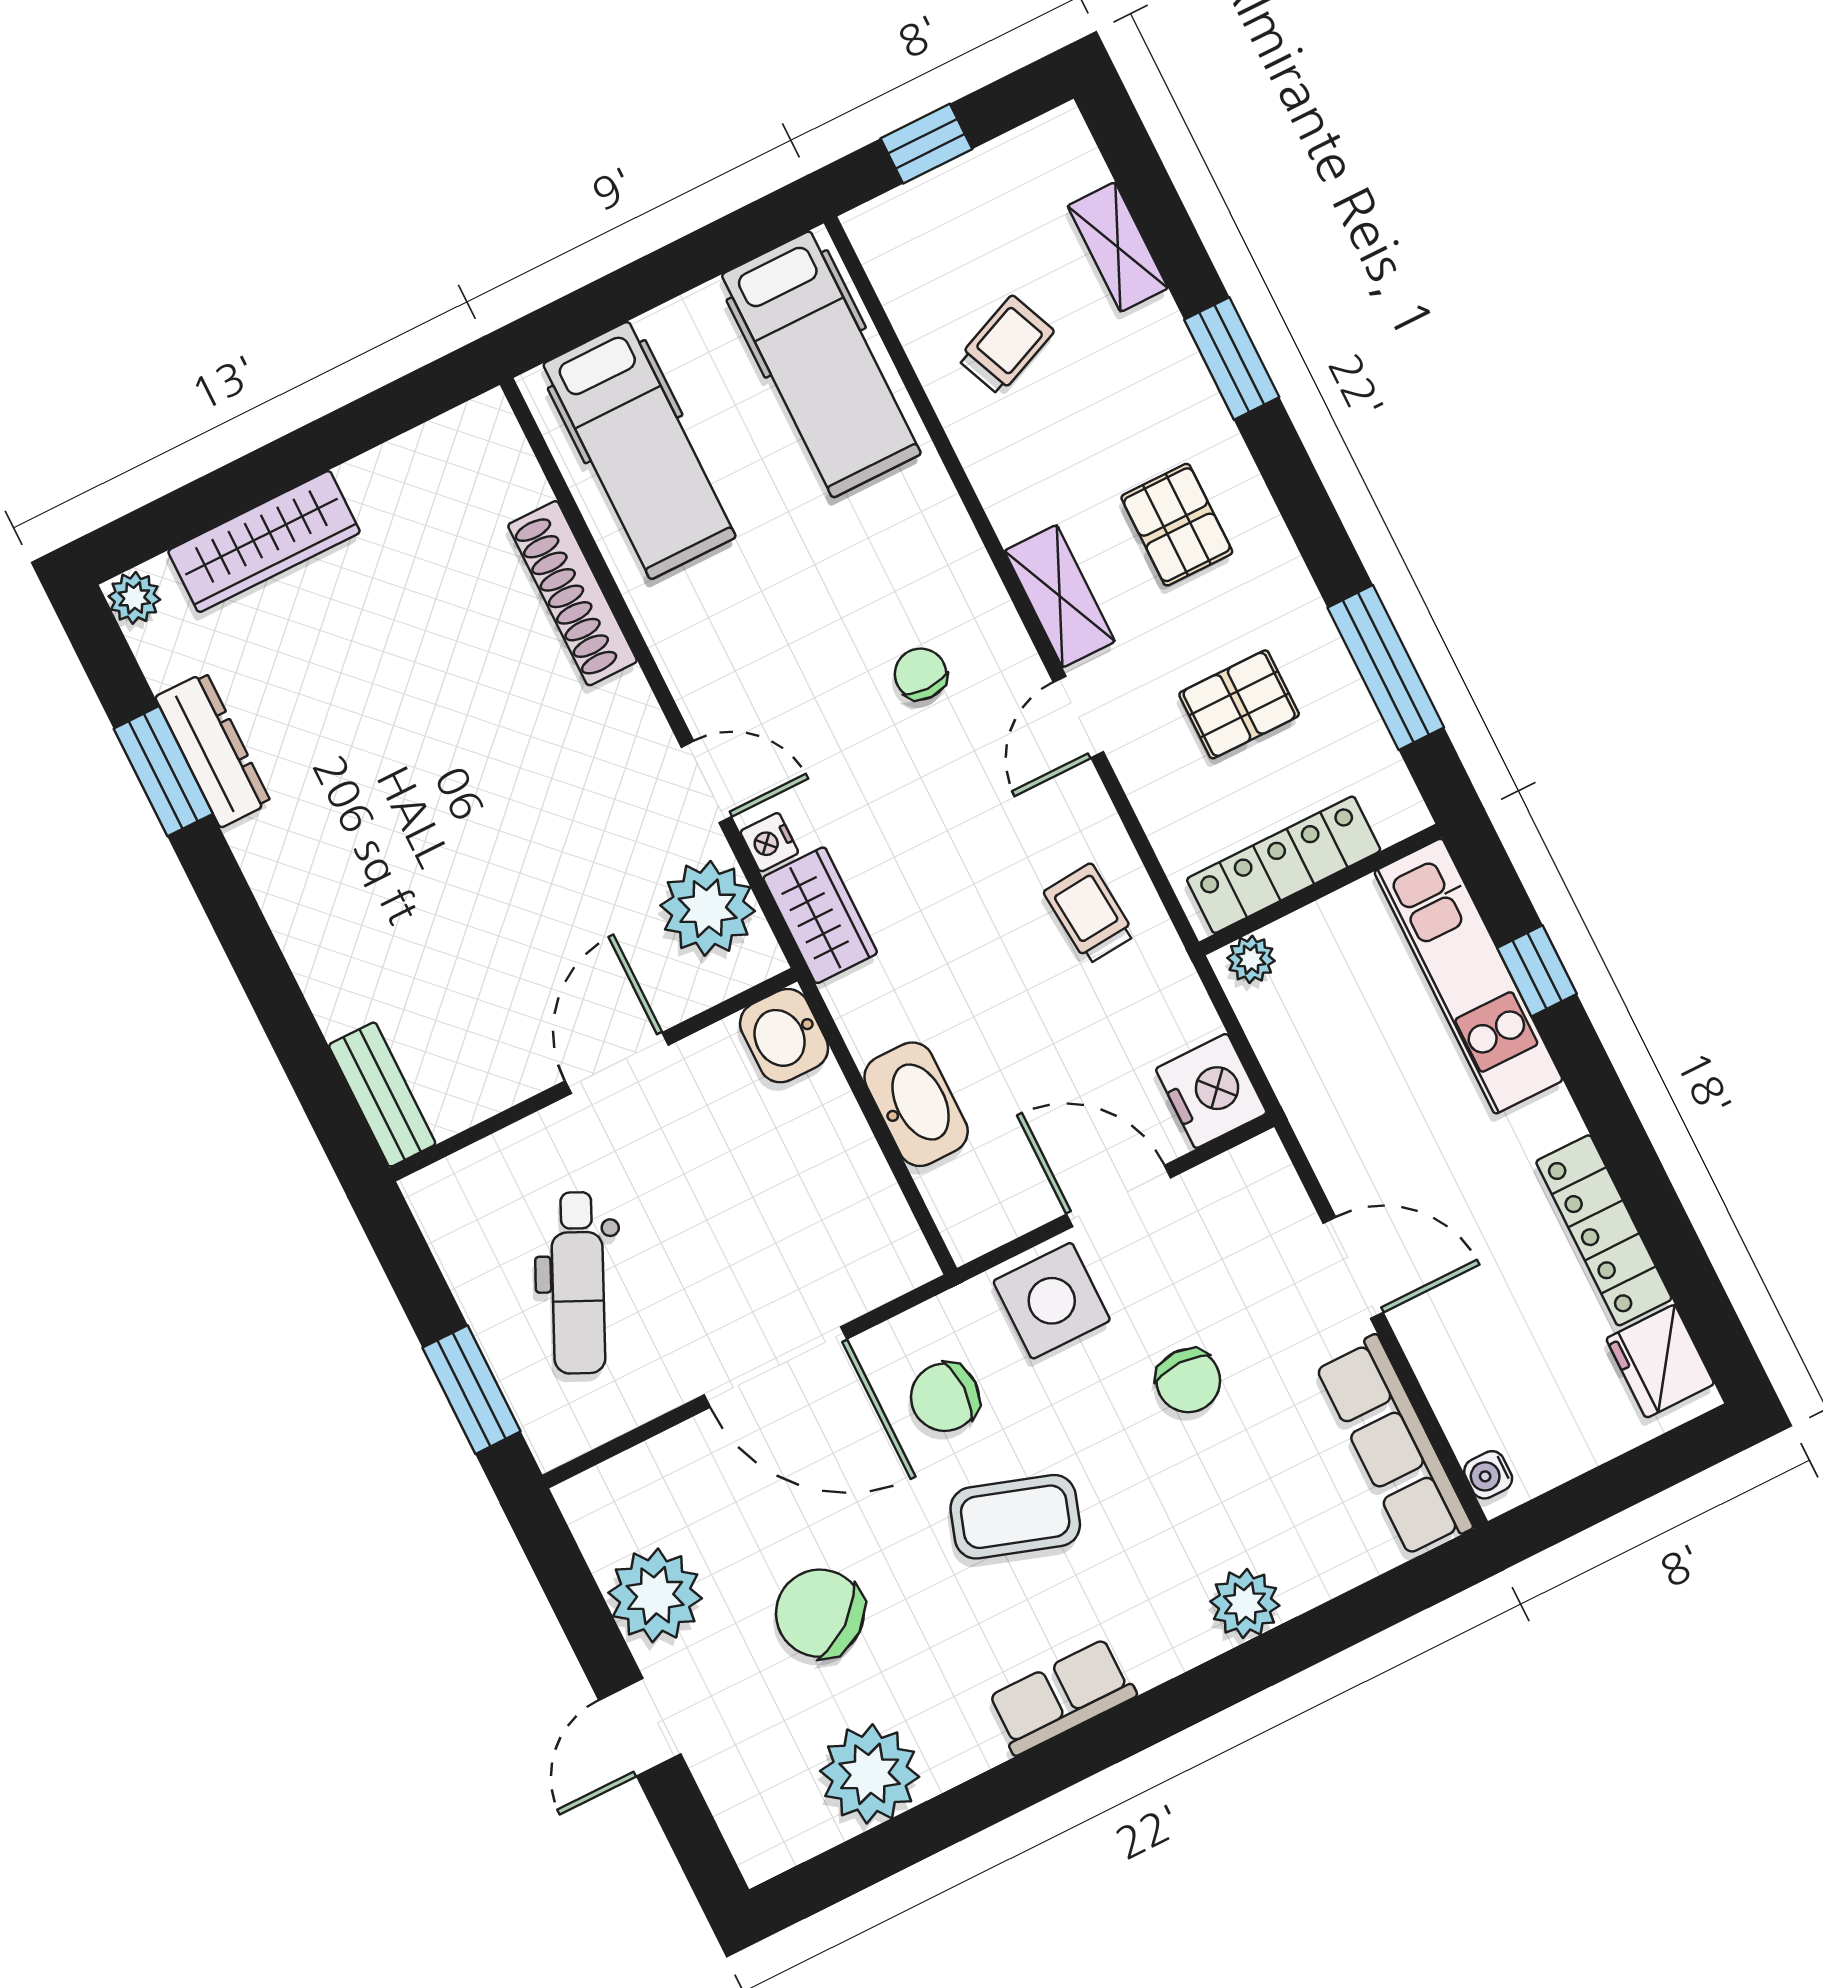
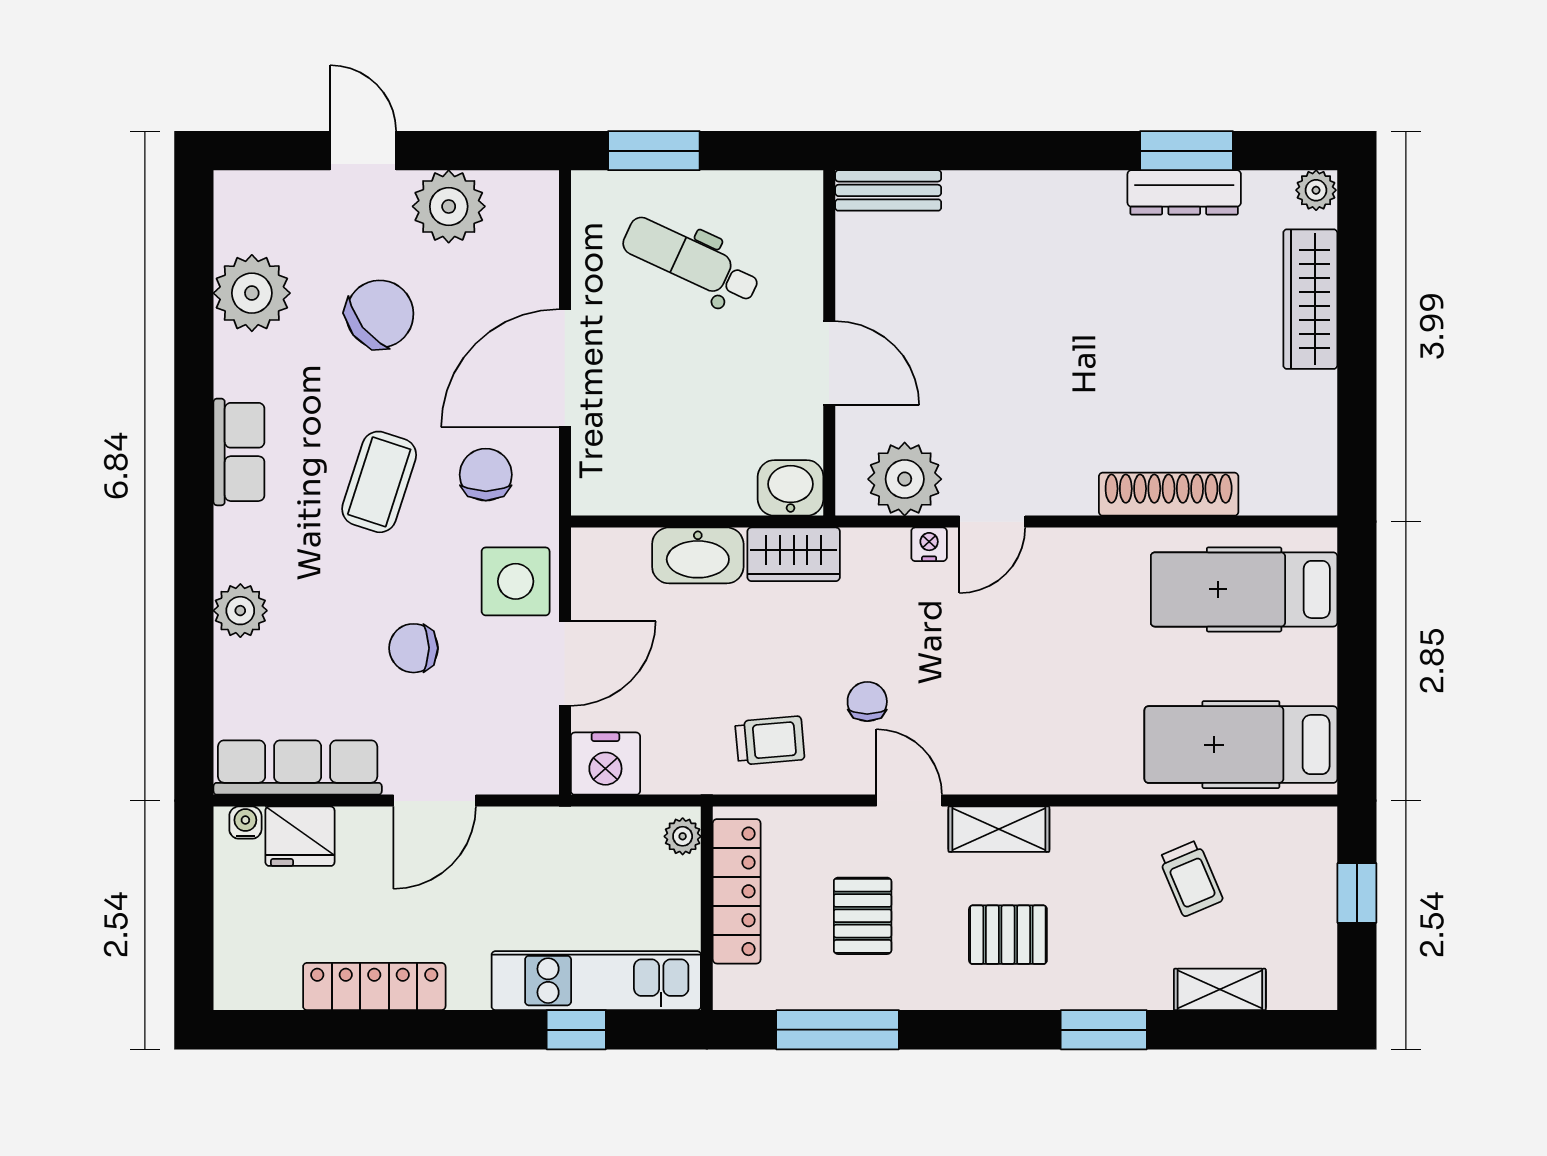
chair: (921, 674) -> (867, 702), moved, turned -90
wardrobe: (820, 915) -> (794, 554), moved
fridge: (1660, 1361) -> (300, 836), moved, turned 180

